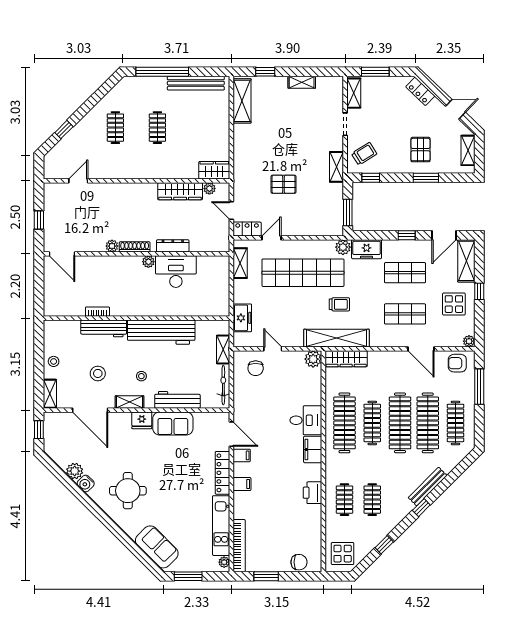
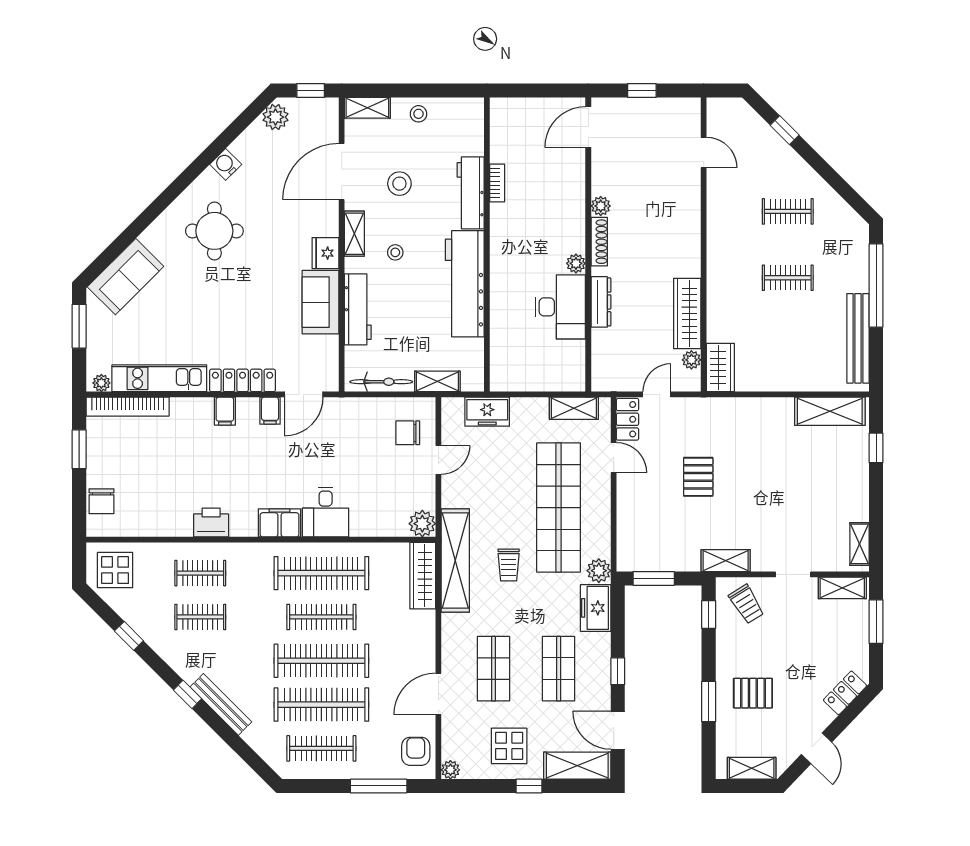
shelving: (302, 82) -> (859, 544), moved
plant: (75, 471) -> (275, 117), moved

